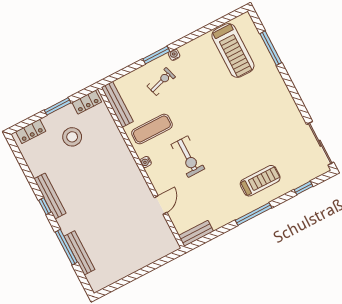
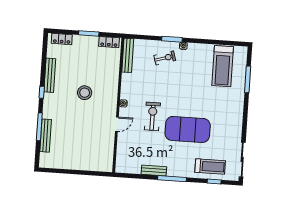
exercise mat: (152, 129) -> (188, 129), moved, width x2.00, depth x1.45
stool: (72, 137) -> (85, 93), moved
exercise bike: (188, 157) -> (152, 116), turned 180
treadmill: (260, 181) -> (210, 166), moved
bench: (50, 196) -> (50, 75), moved
door: (161, 205) -> (117, 124), moved
bench: (196, 233) -> (154, 170), moved

